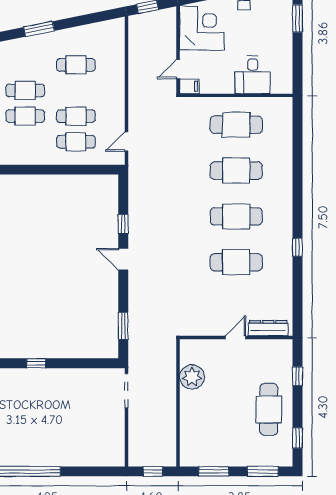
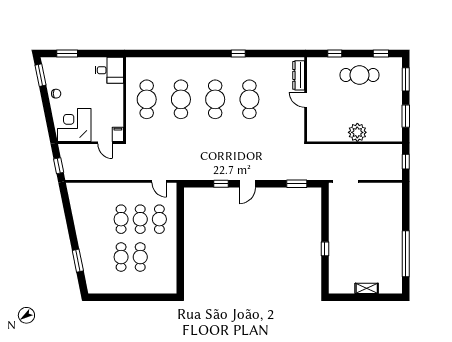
window: (39, 29) -> (78, 261), moved
cafe table: (76, 65) -> (121, 219), moved
desk: (253, 75) -> (109, 70), moved
plant: (192, 377) -> (357, 132), moved

